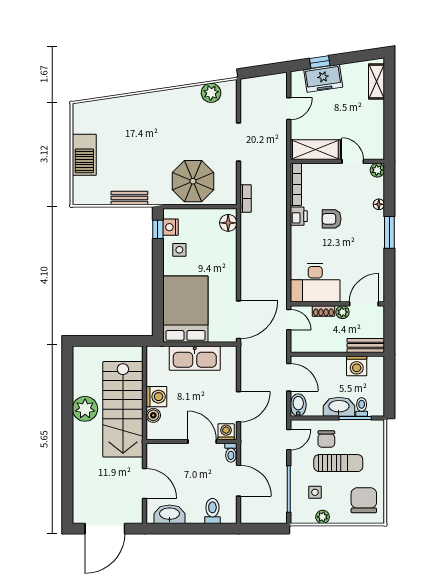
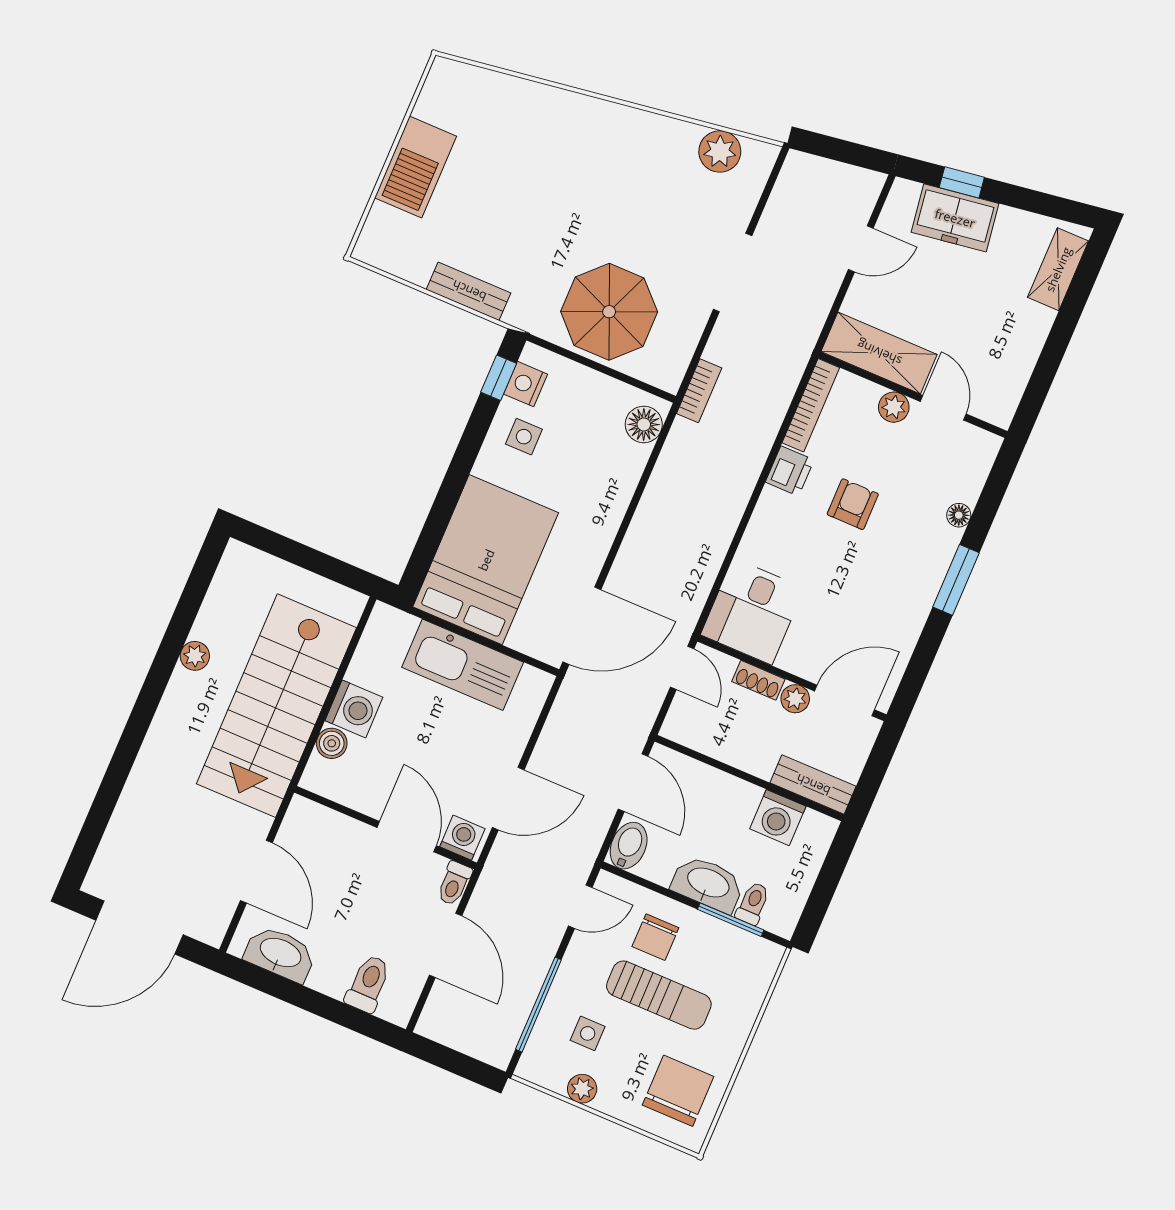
plant: (377, 170) -> (894, 407), moved
armchair: (332, 219) -> (853, 504), turned 90
desk: (315, 283) -> (752, 612), width x0.73
plant: (85, 409) -> (195, 656), width x0.53, depth x0.53

